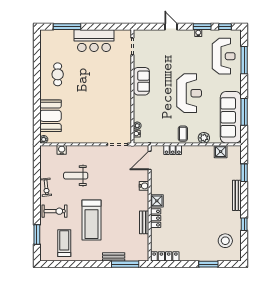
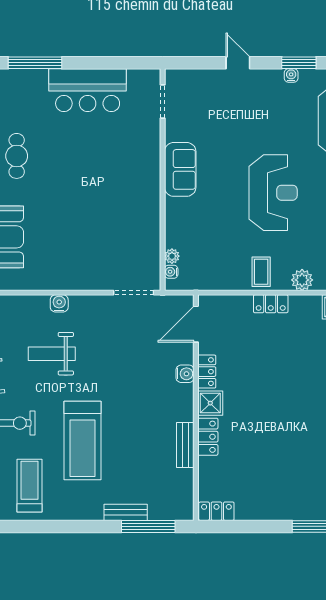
water cooler: (62, 150) -> (59, 303), moved
locker: (173, 150) -> (271, 304), moved
locker: (155, 185) -> (207, 372), added
locker: (165, 256) -> (216, 511), width x0.66

